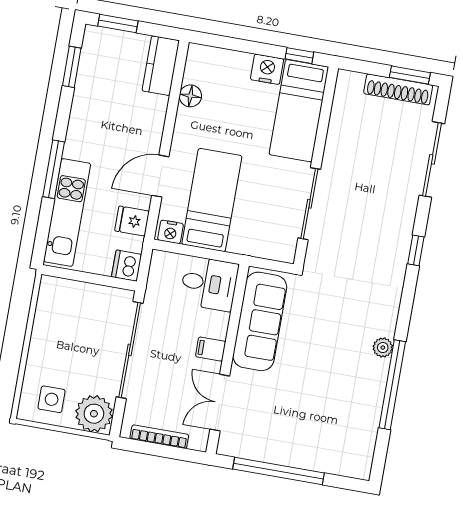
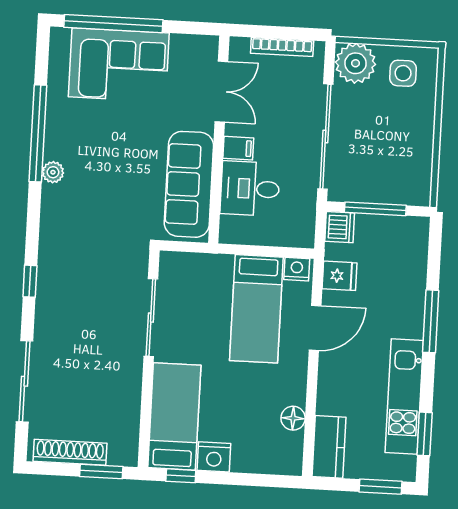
window: (410, 75) -> (101, 472), moved
kitchen unit: (67, 212) -> (404, 396), moved
window: (92, 278) -> (375, 209), added
desk: (209, 284) -> (250, 189), moved
corner sofa: (311, 438) -> (119, 65), added
window: (278, 471) -> (113, 24), moved

